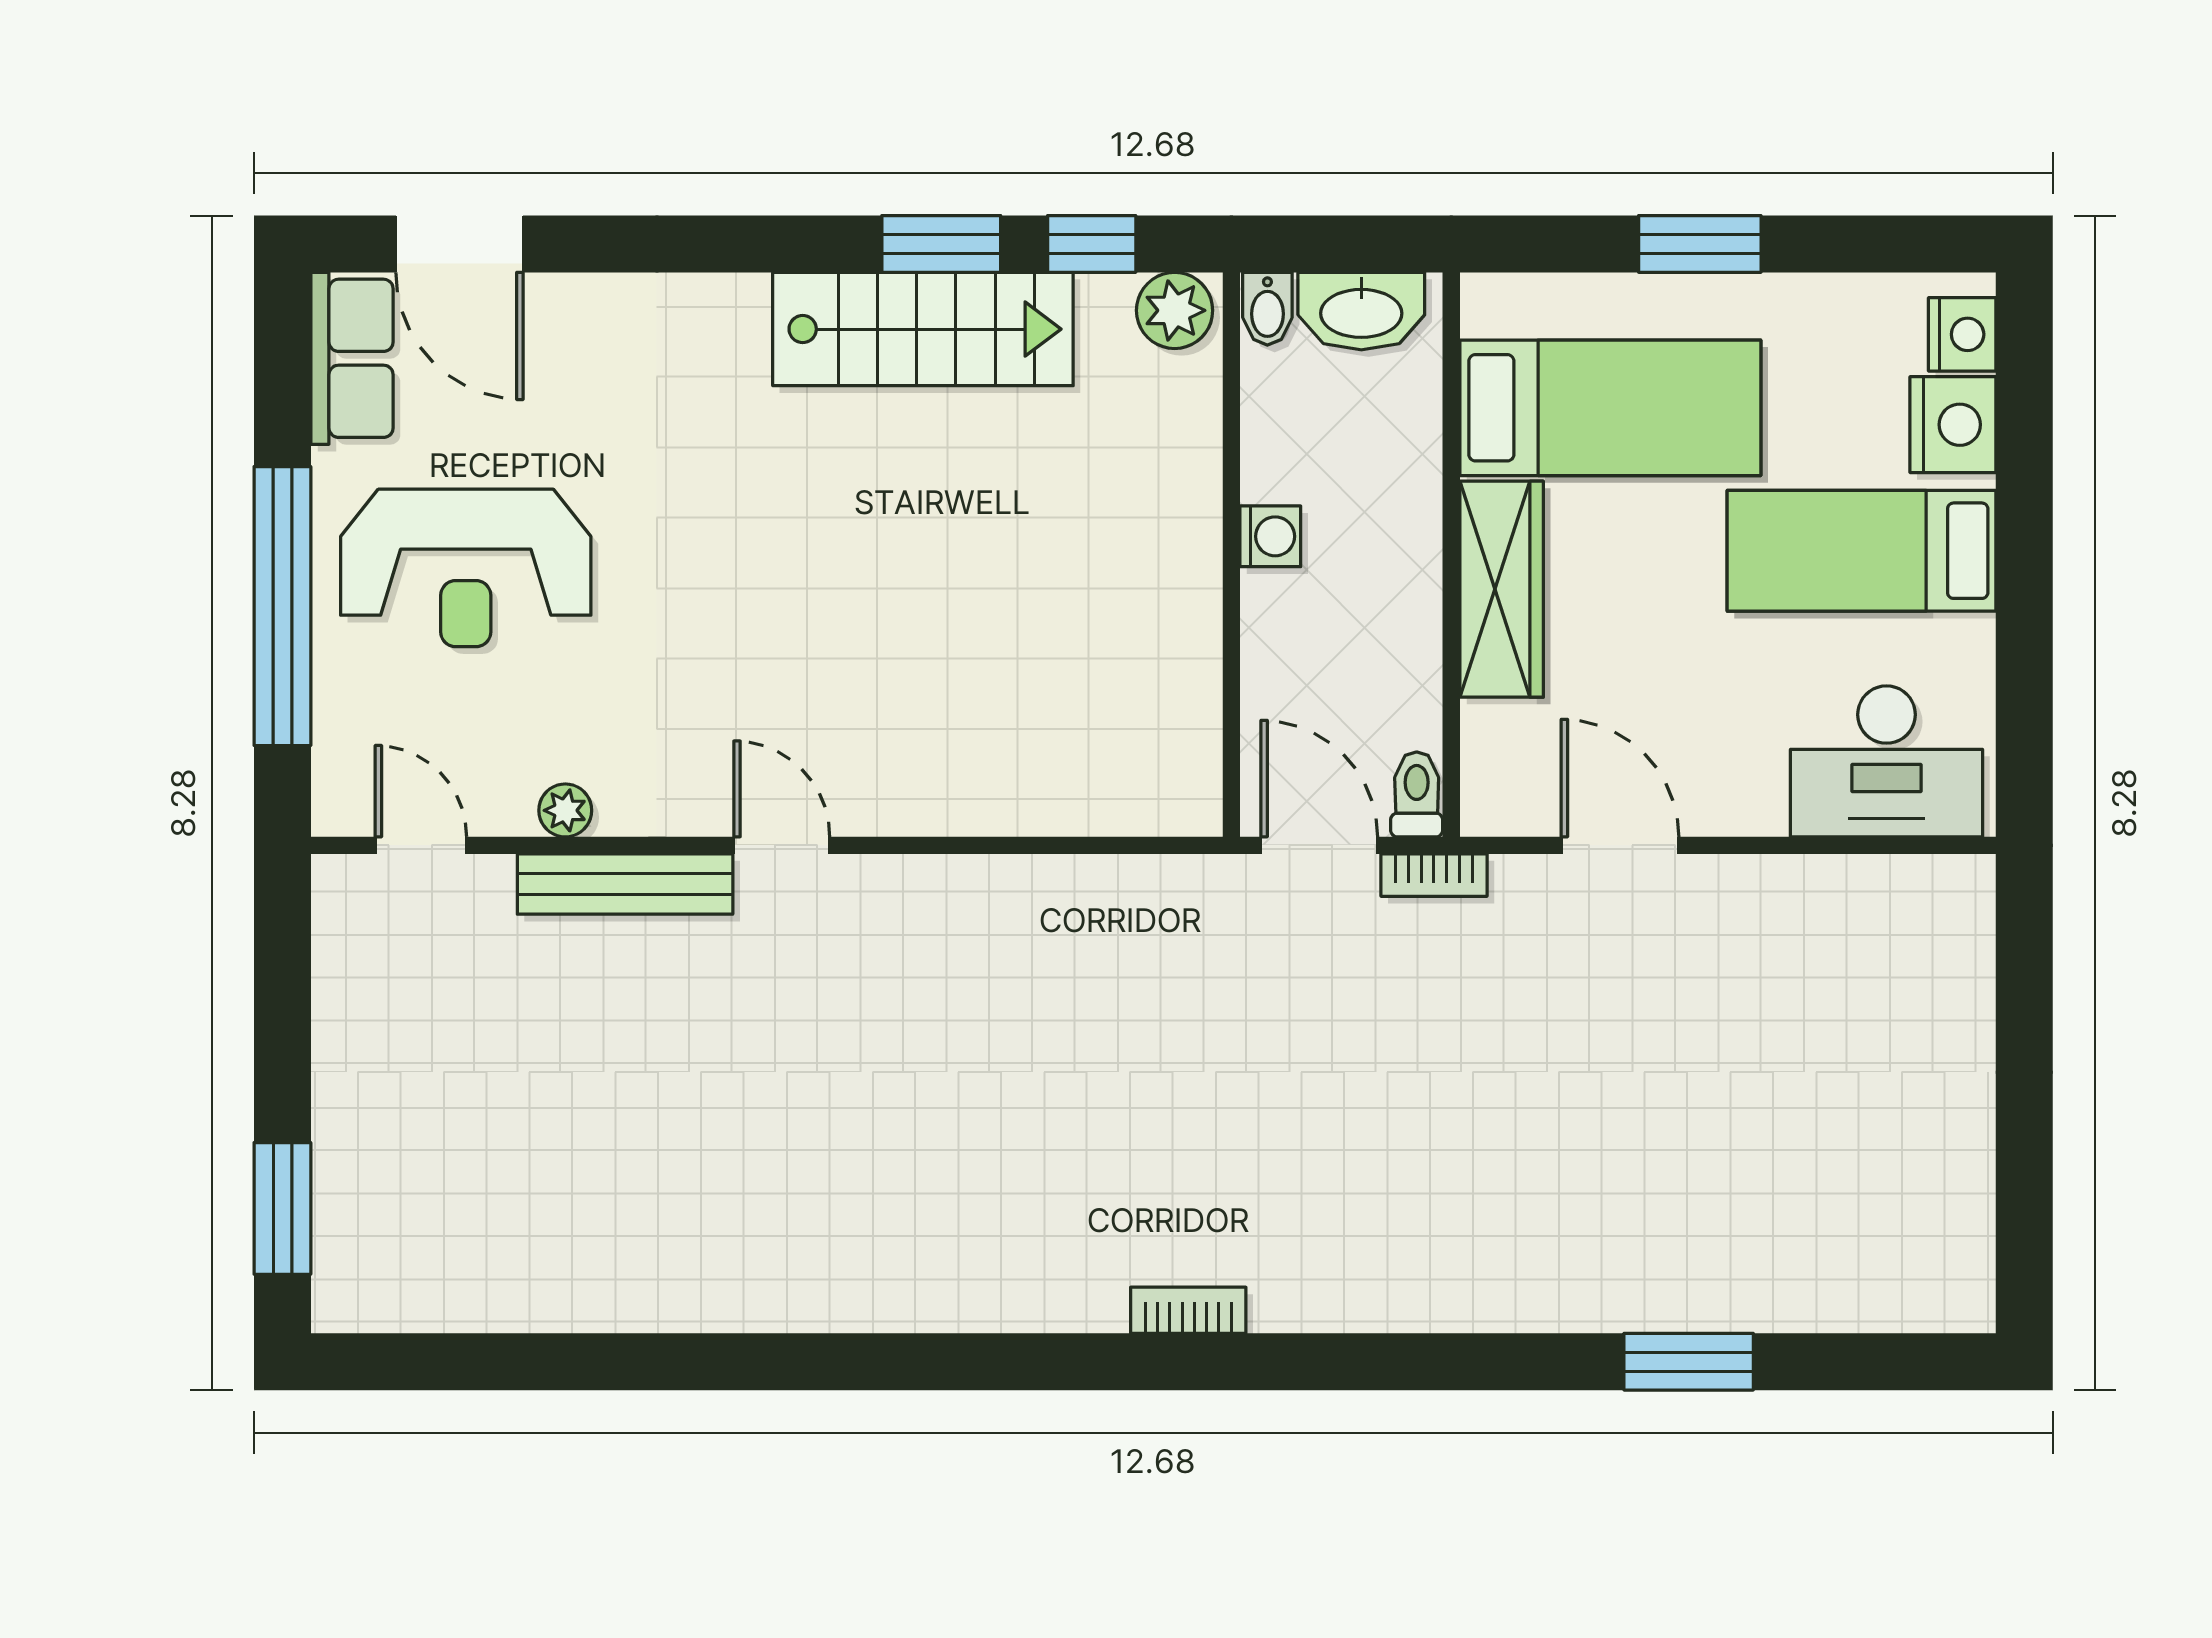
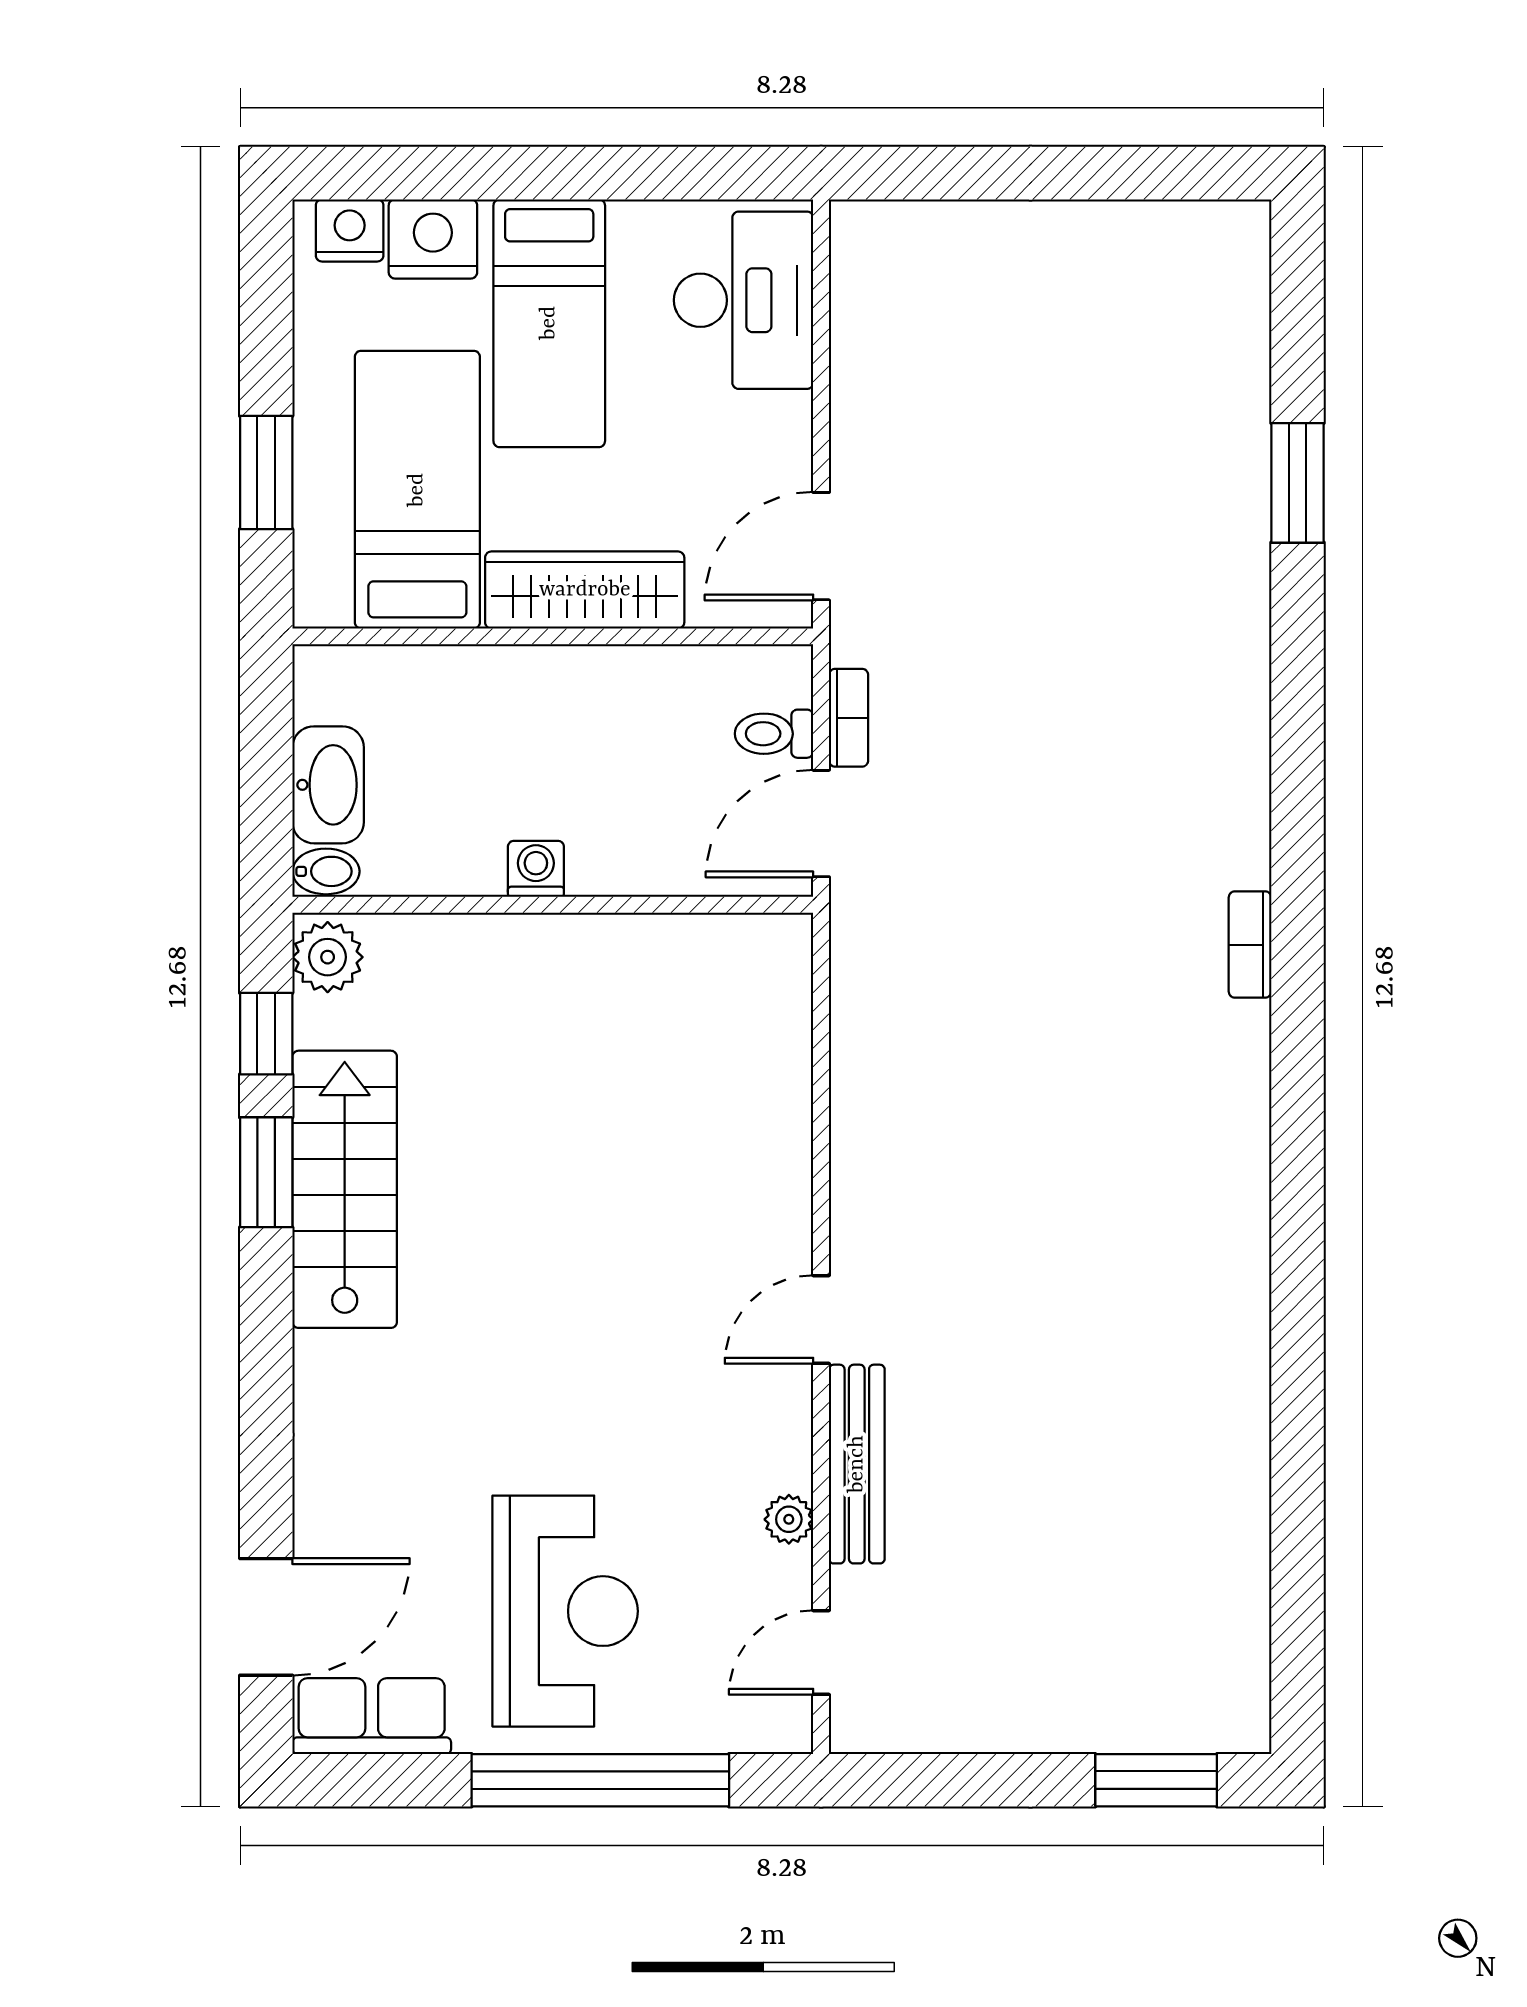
bed: (1610, 408) -> (417, 490), moved
wall: (1451, 555) -> (553, 636), moved
wardrobe: (1502, 589) -> (585, 590), moved

